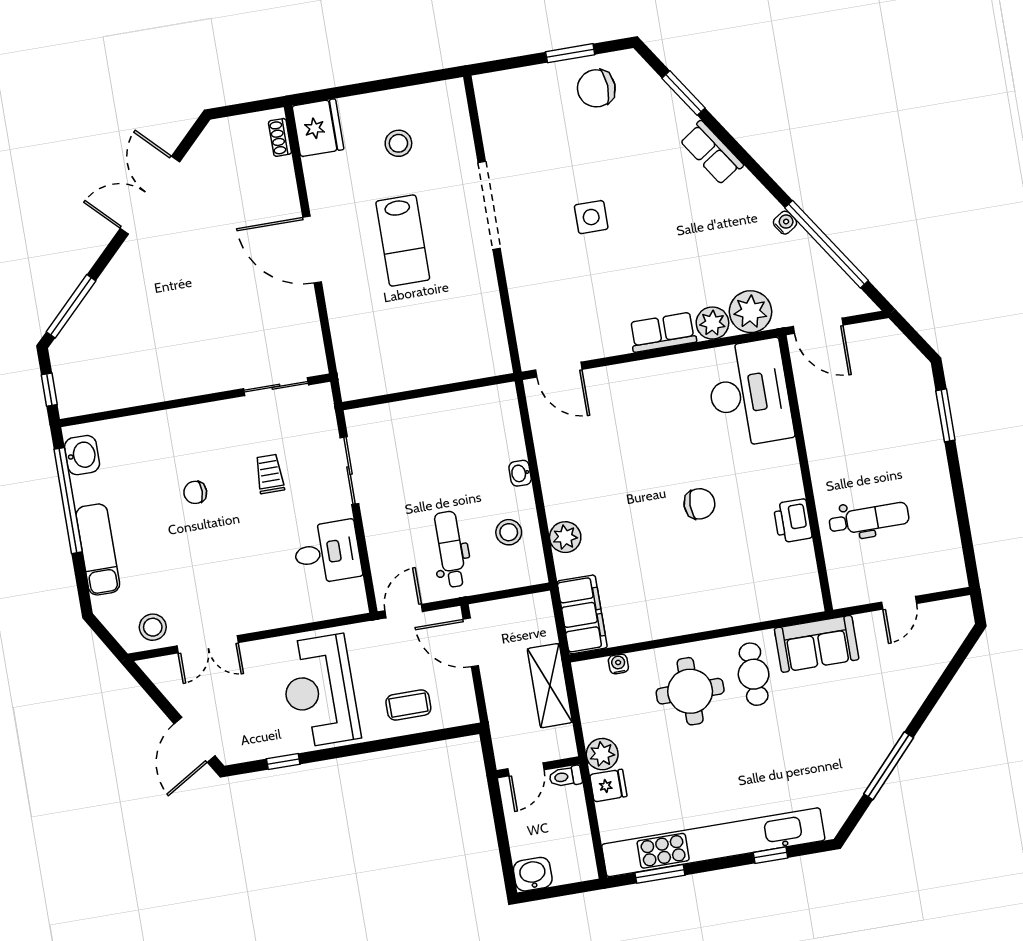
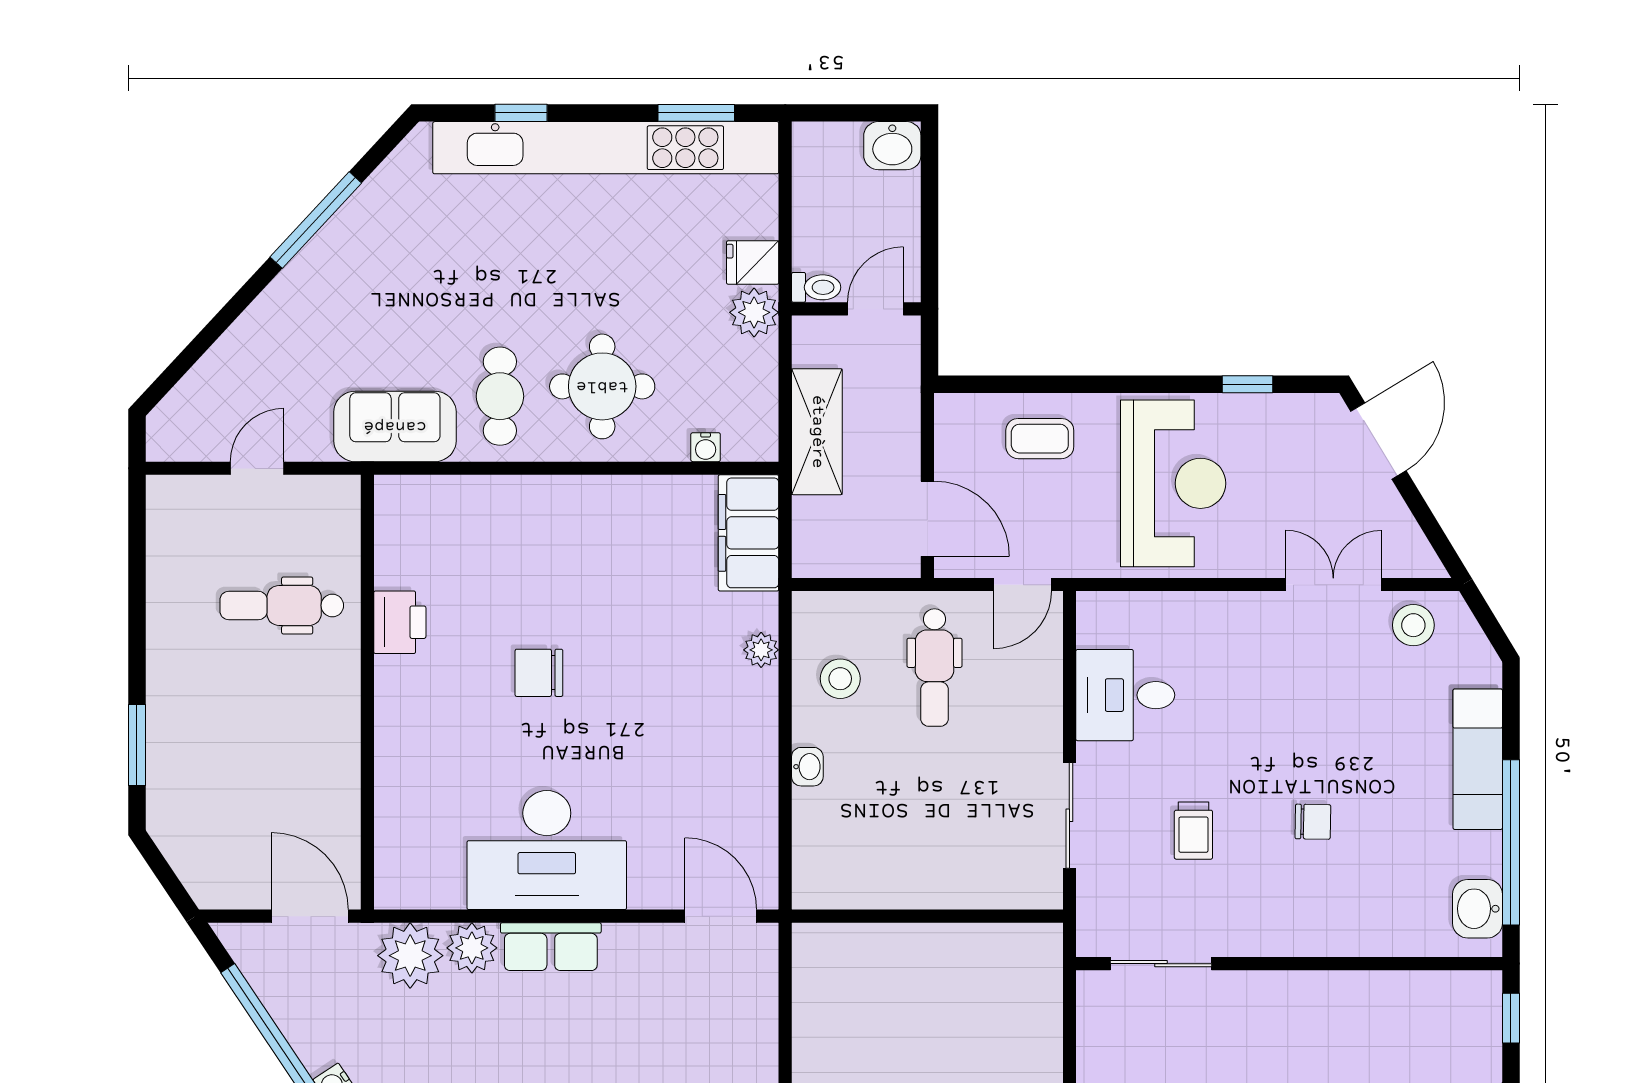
desk: (749, 393) -> (547, 850), moved, turned -90
plant: (565, 537) -> (761, 650), width x0.73, depth x0.73

